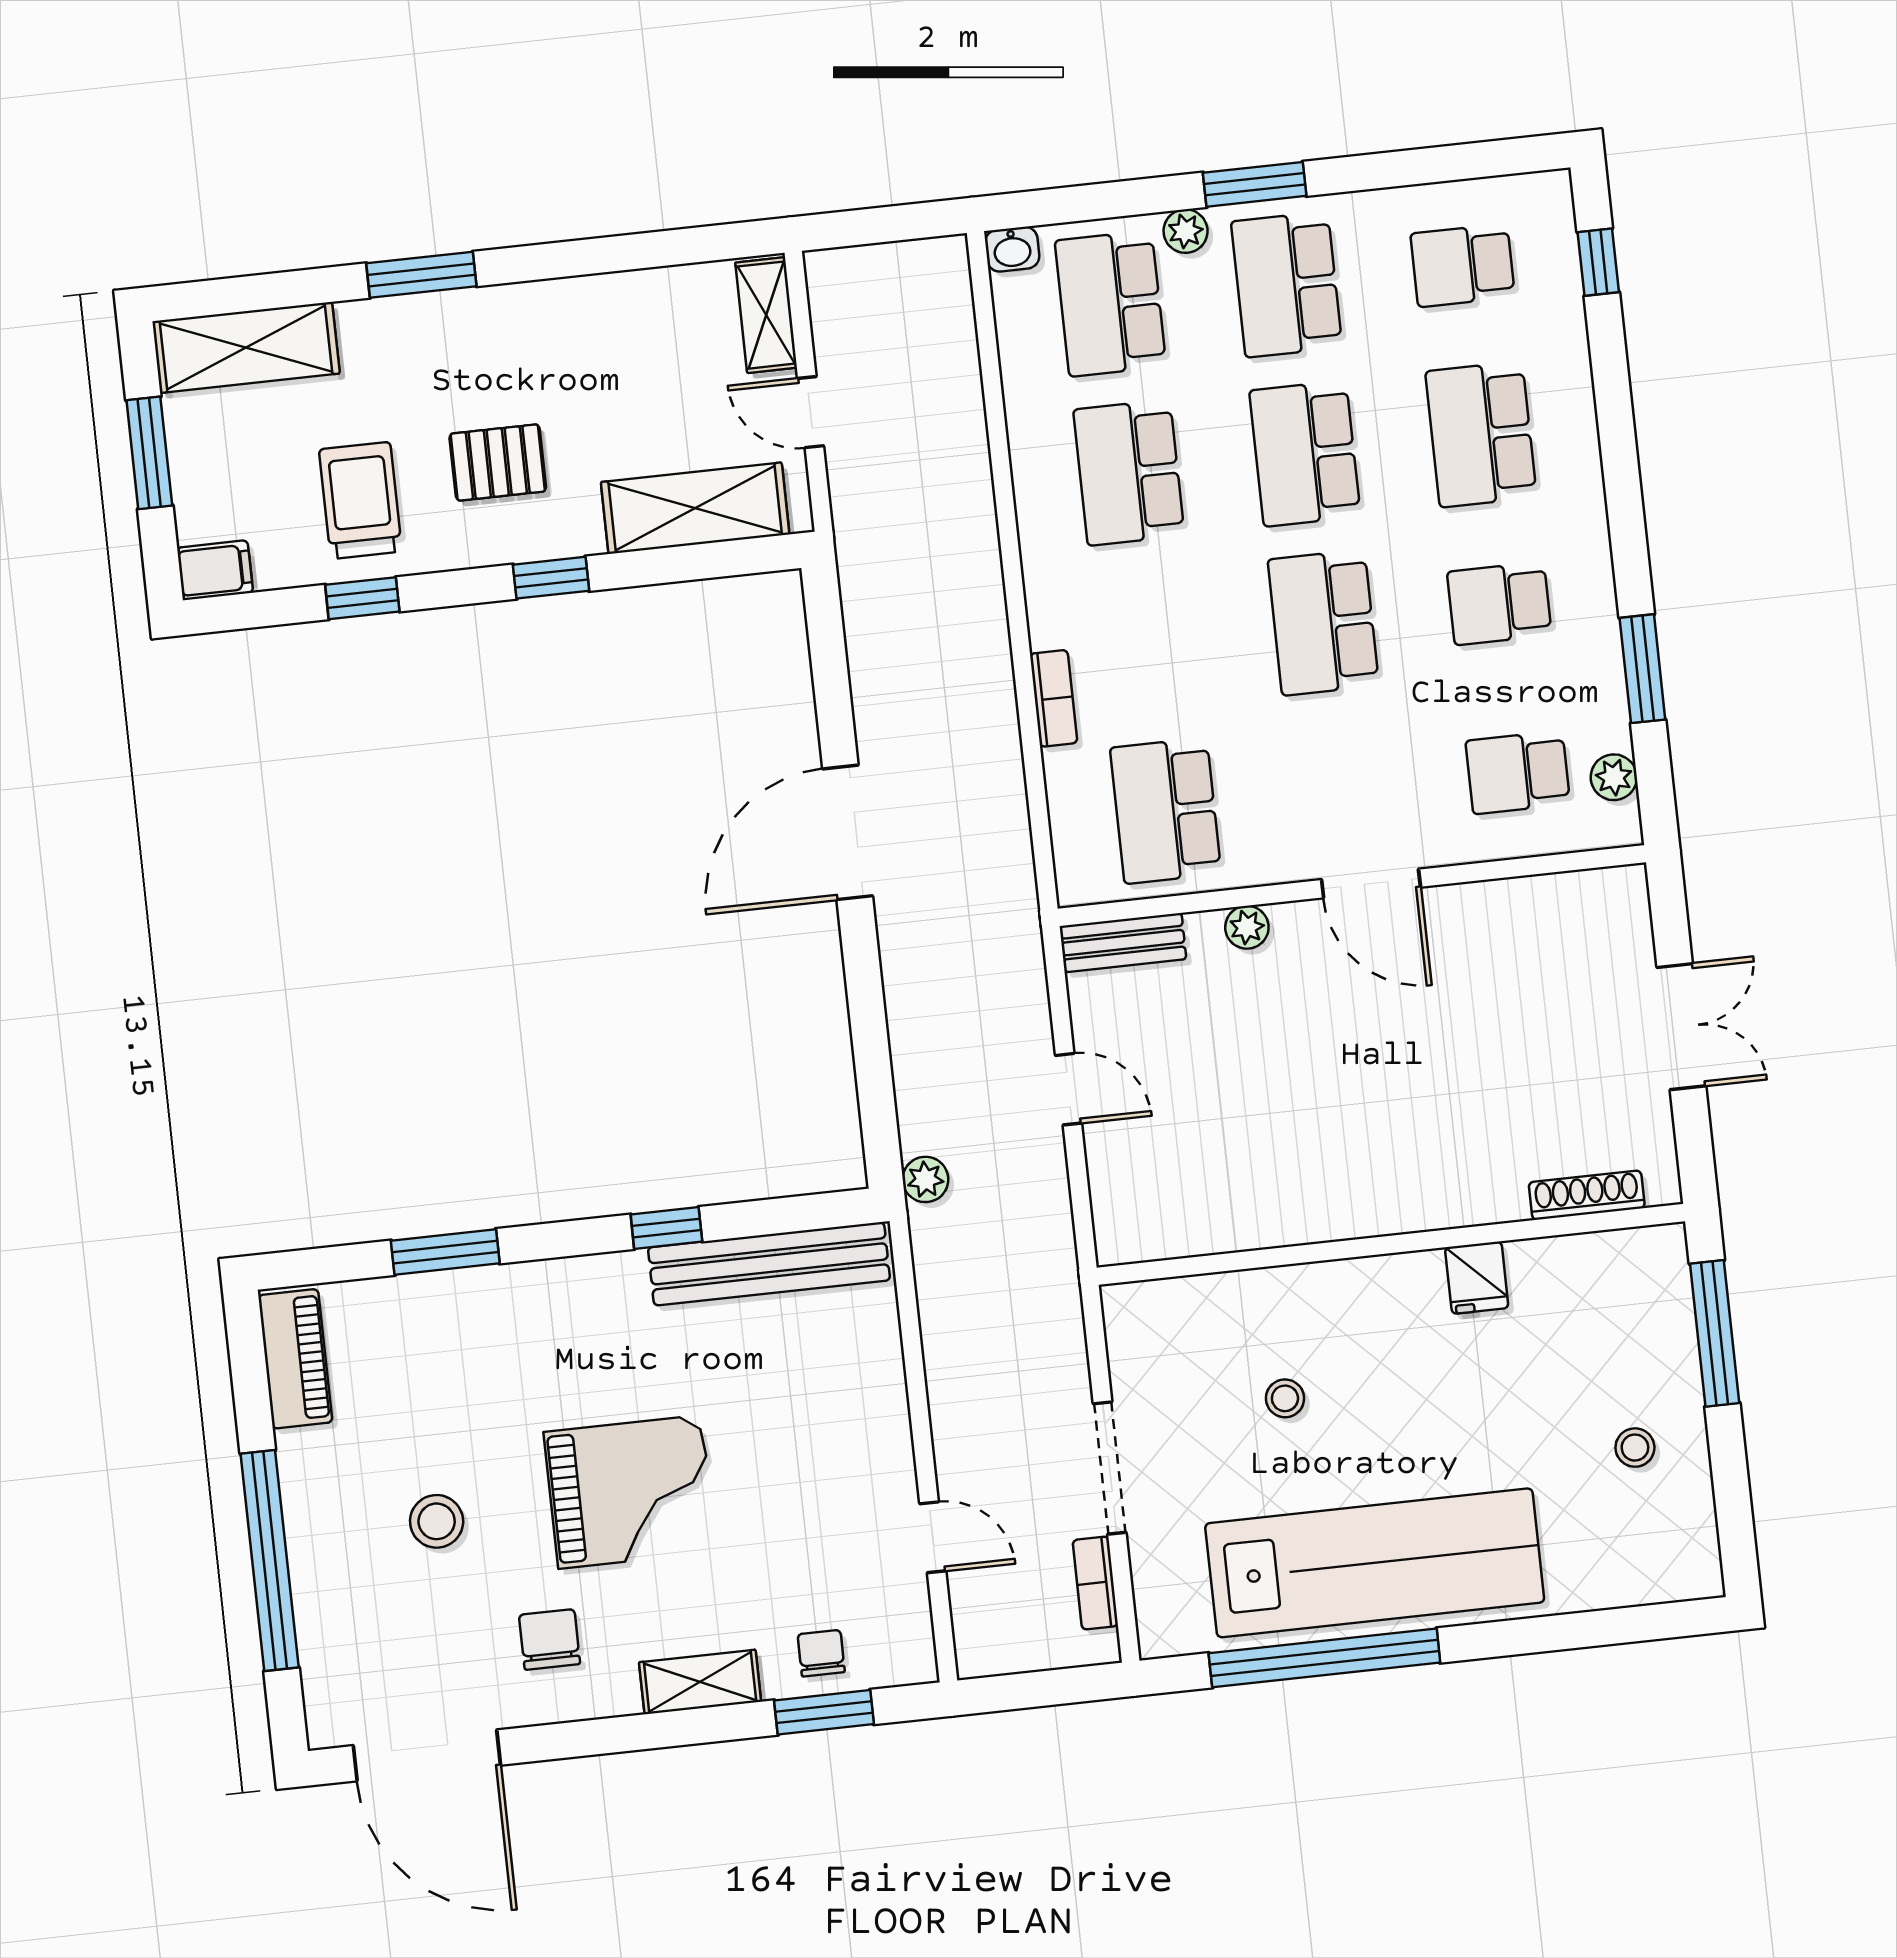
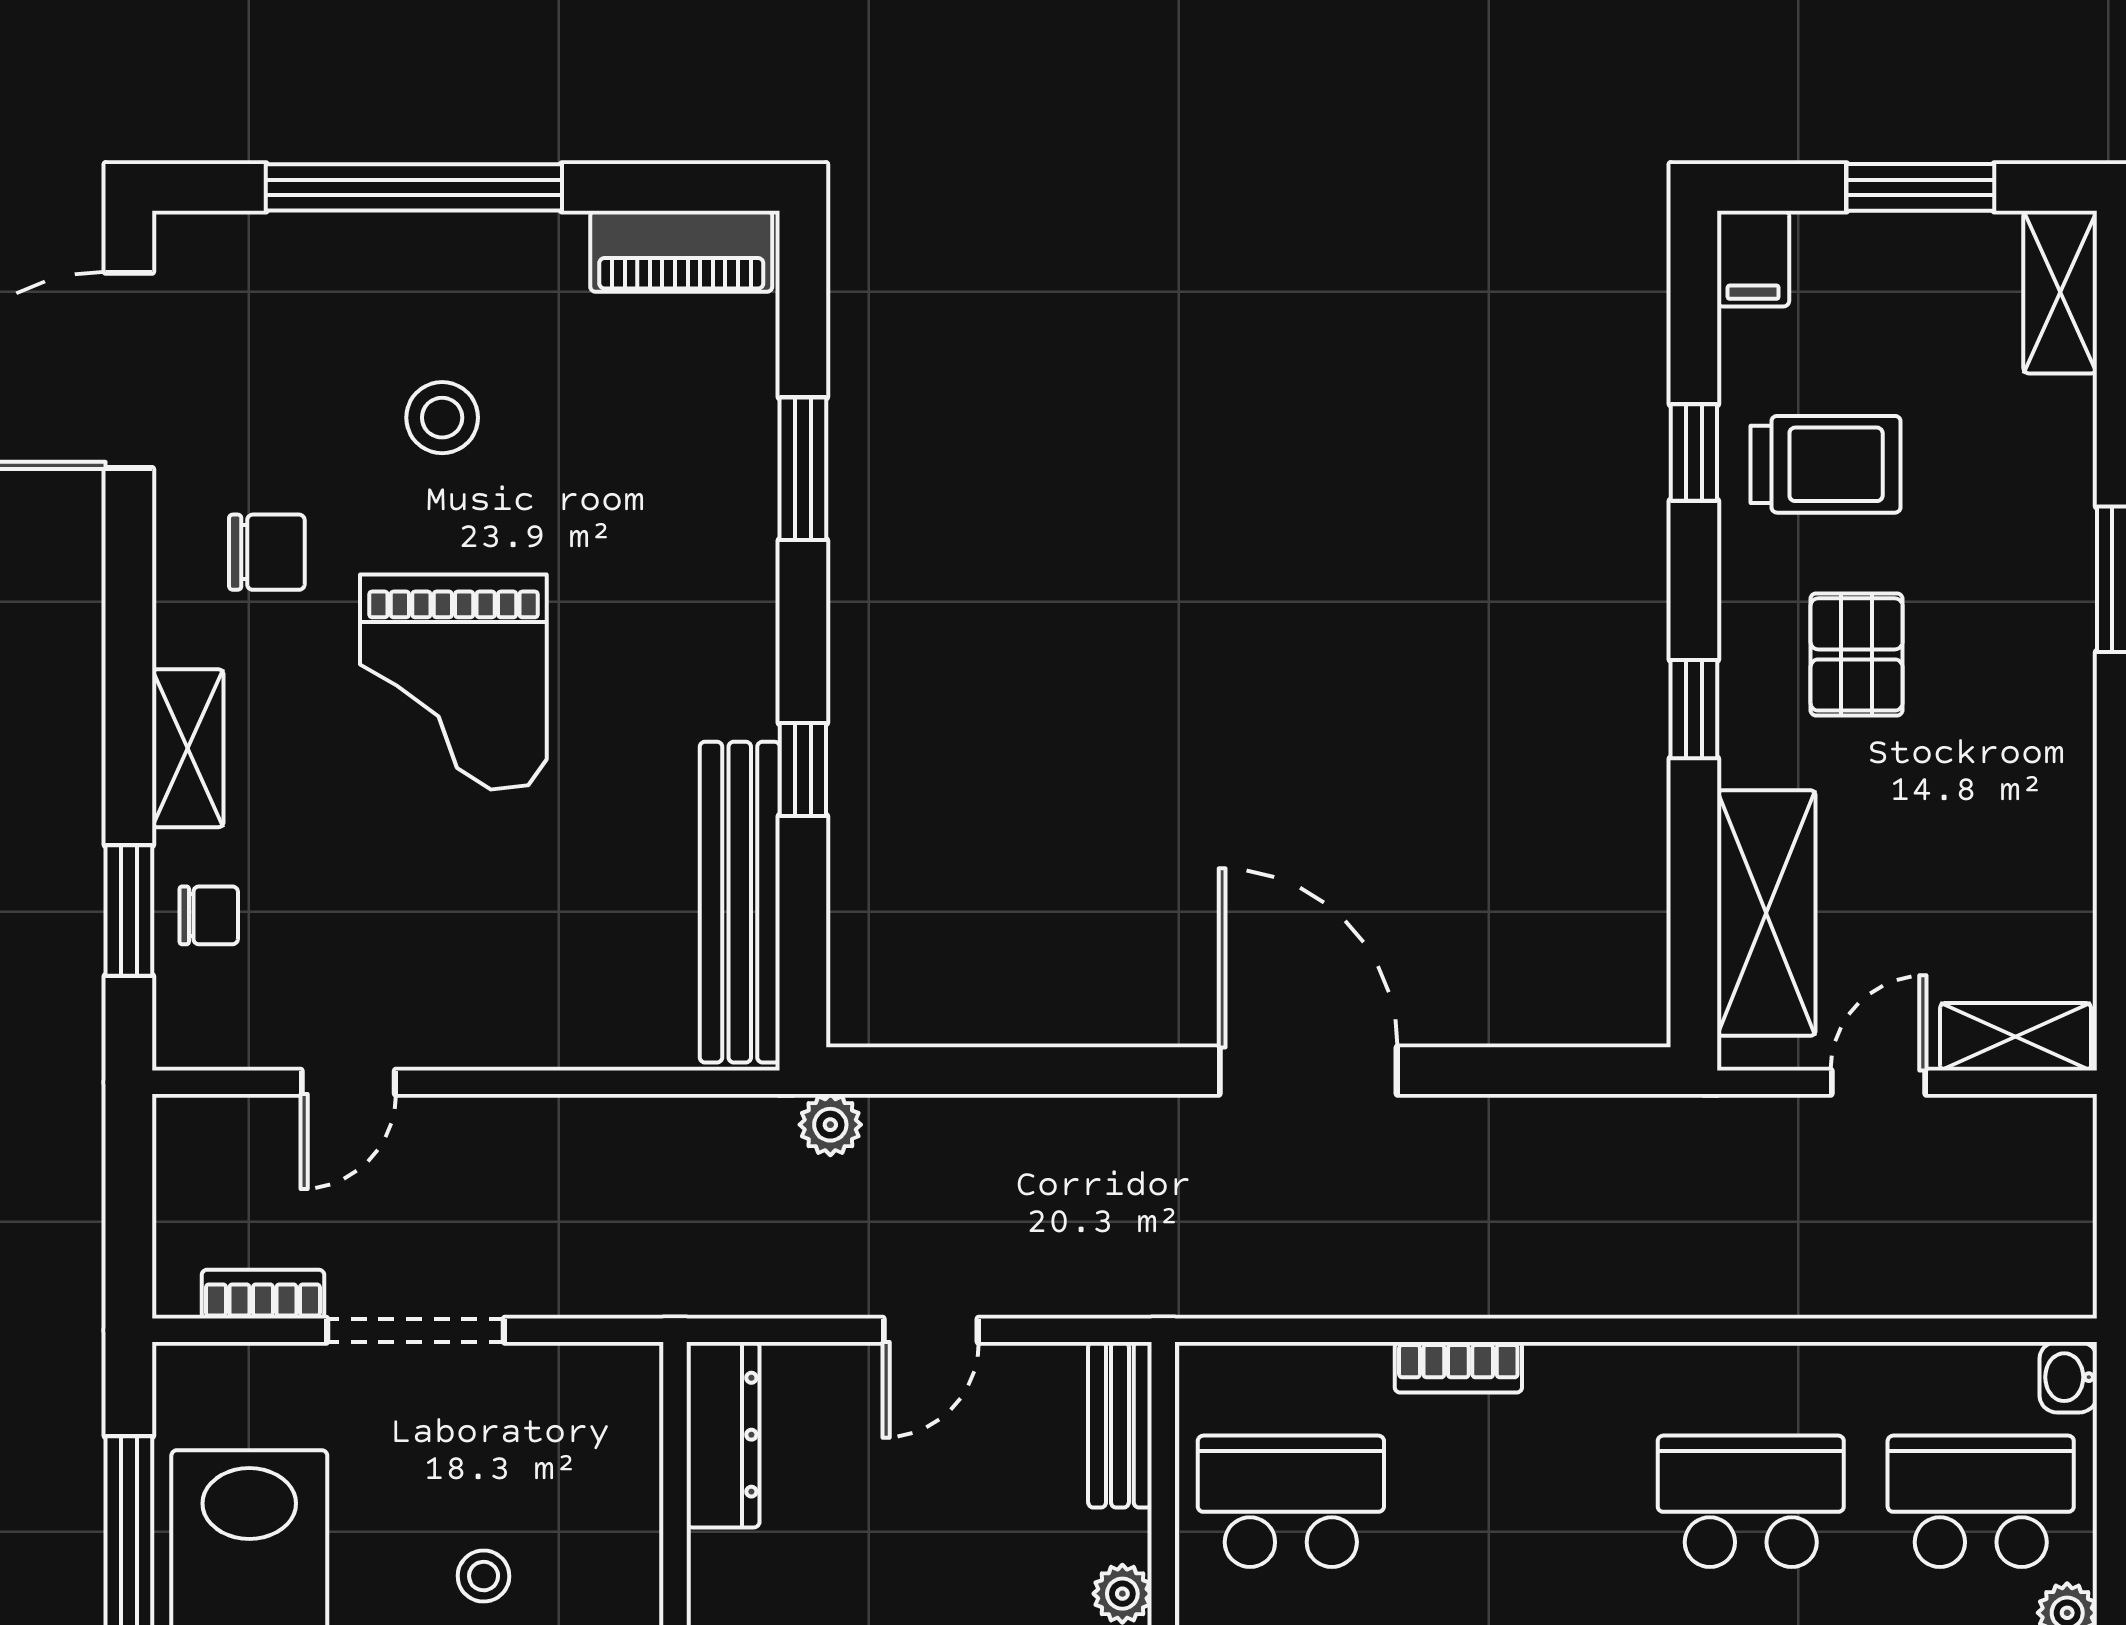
shelving: (246, 347) -> (2060, 292), width x0.67, depth x0.75
dresser: (1162, 1234) -> (723, 1435), added

